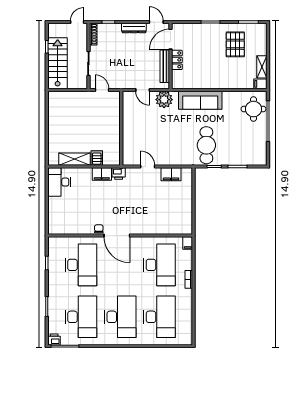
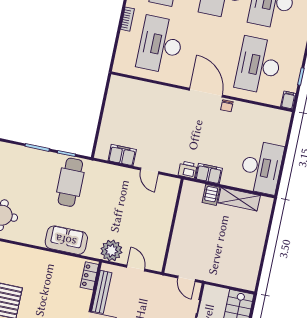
locker: (177, 60) -> (89, 276), moved
sofa: (200, 100) -> (66, 240), width x0.73
desk: (59, 182) -> (261, 167), width x1.36, depth x1.30
filing cabinet: (188, 243) -> (288, 100), moved

